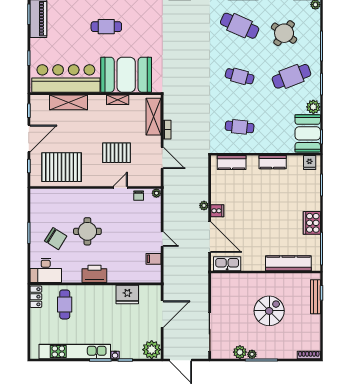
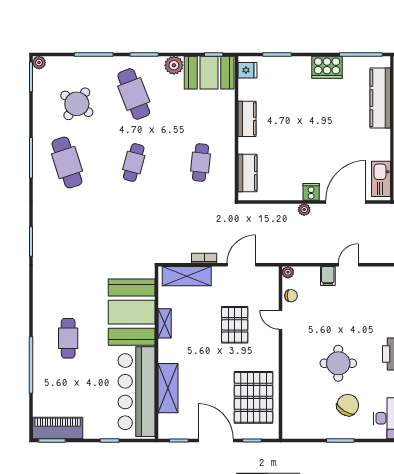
cafe table: (240, 26) -> (67, 162), turned -42
filing cabinet: (154, 259) -> (328, 276), moved

